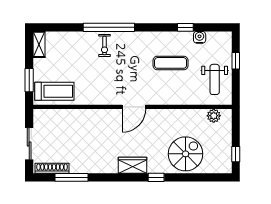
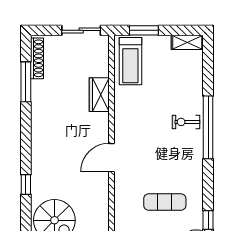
exercise mat: (171, 63) -> (165, 202), turned 90
door: (134, 107) -> (111, 158), hinge flipped
sliding door: (29, 144) -> (81, 30), moved
wardrobe: (132, 165) -> (99, 95), moved, turned 180

